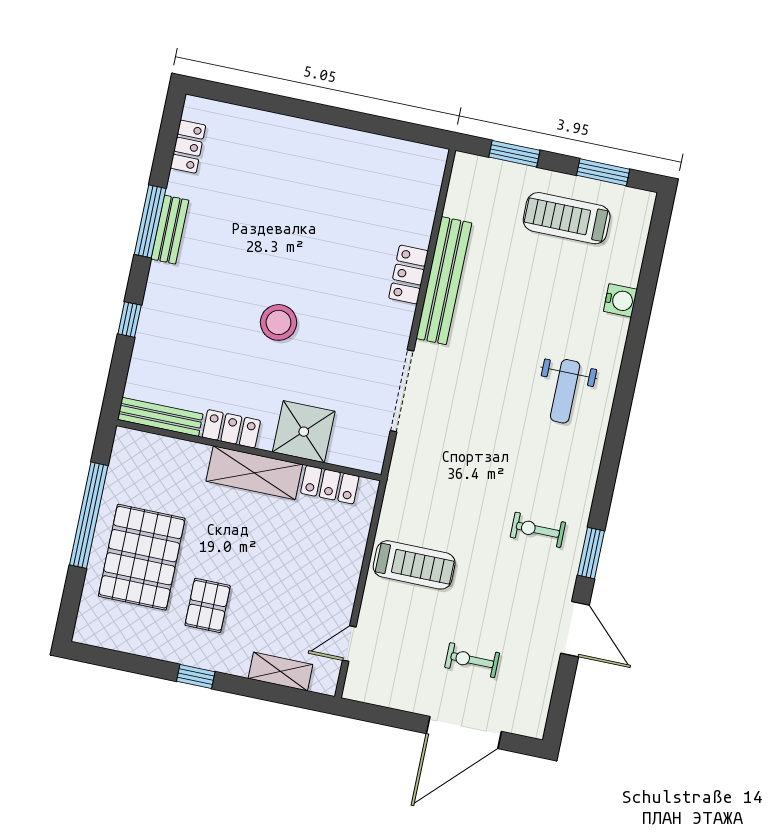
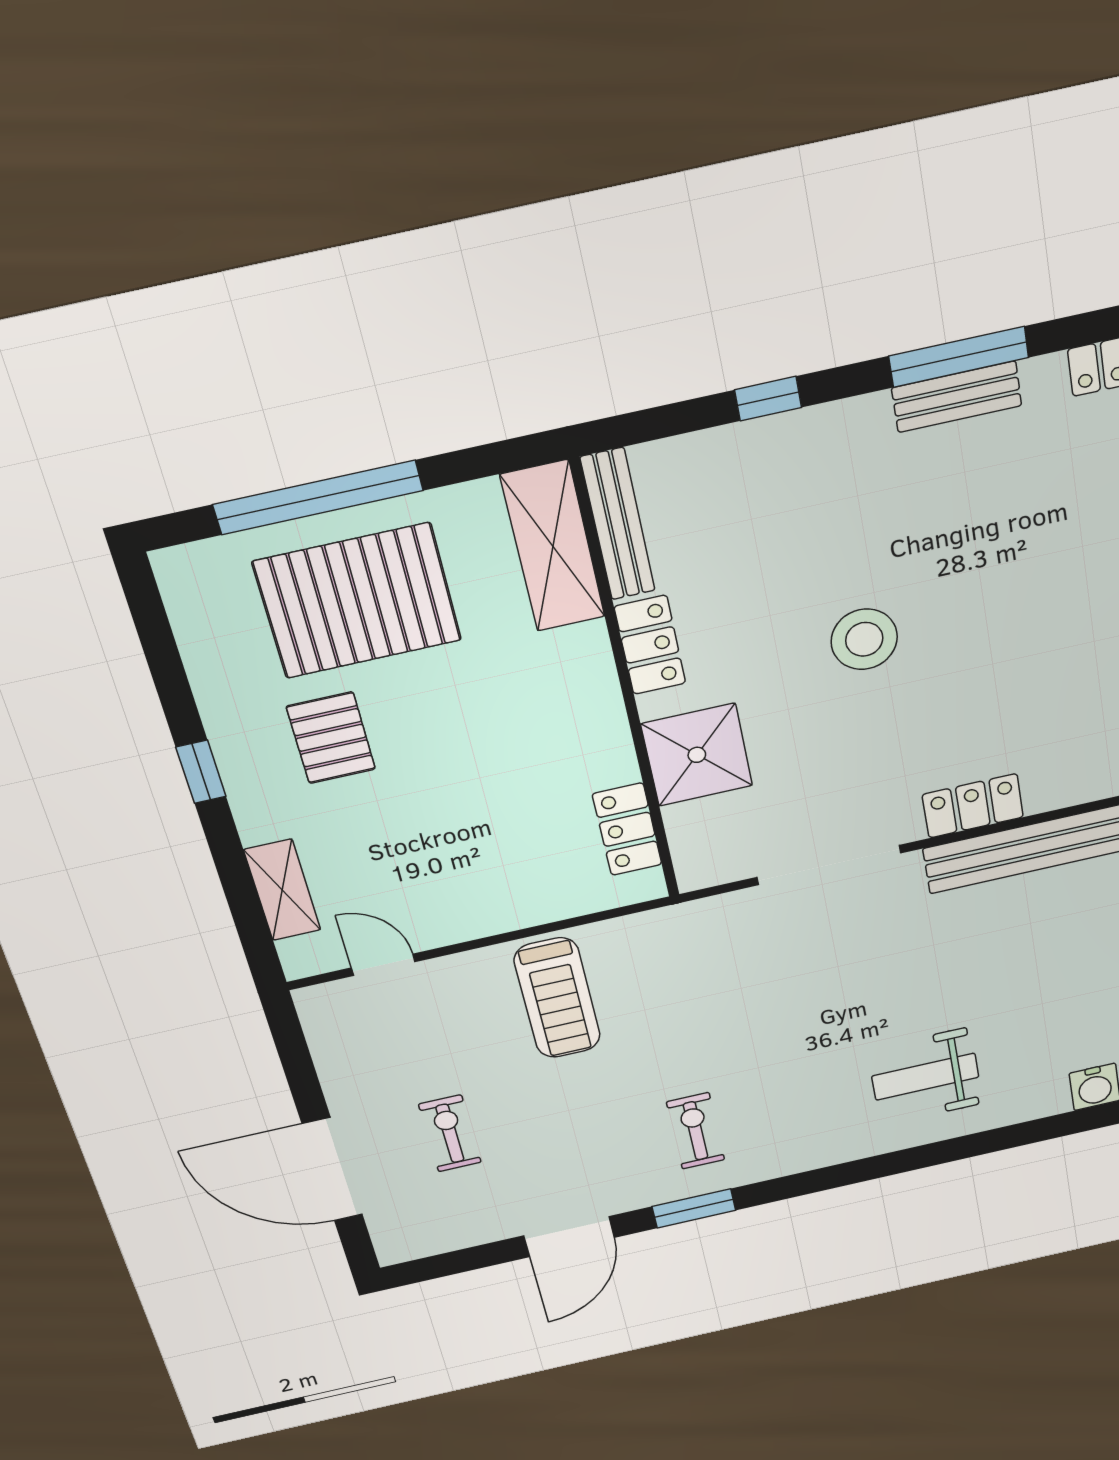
locker: (408, 275) -> (973, 806), moved
shelving: (254, 473) -> (553, 546), moved
window: (89, 515) -> (318, 497), moved
pallet: (208, 605) -> (331, 738), turned 90

